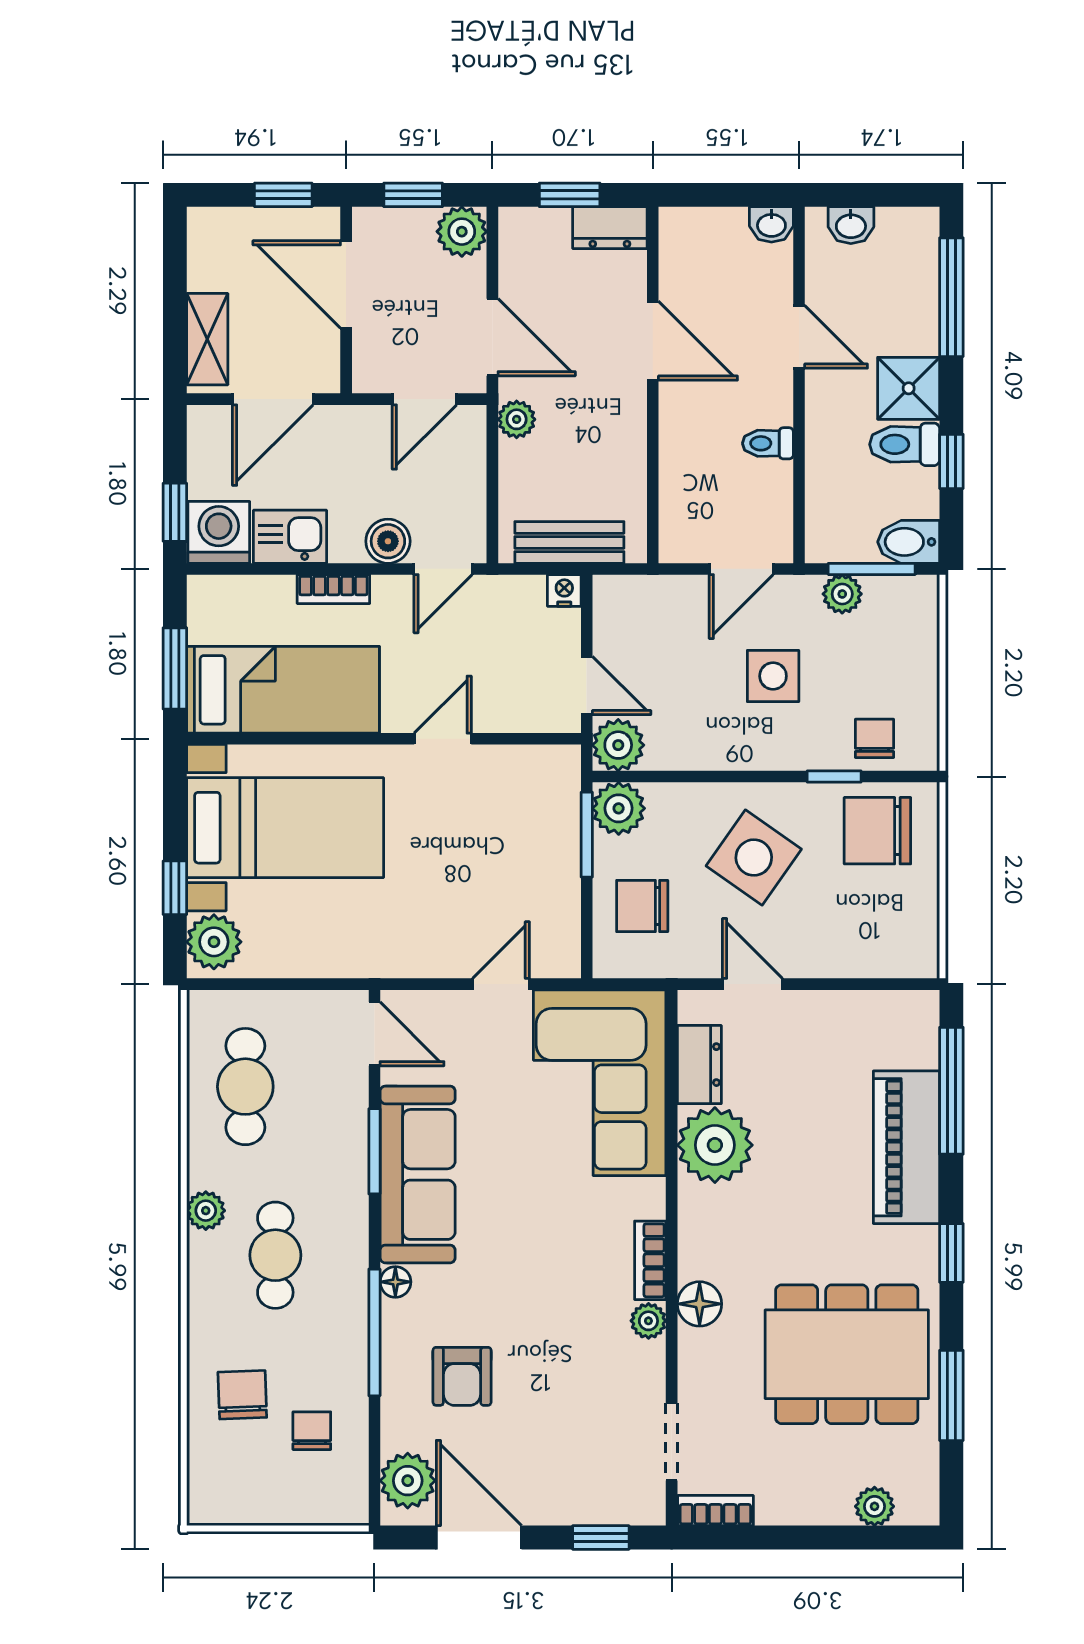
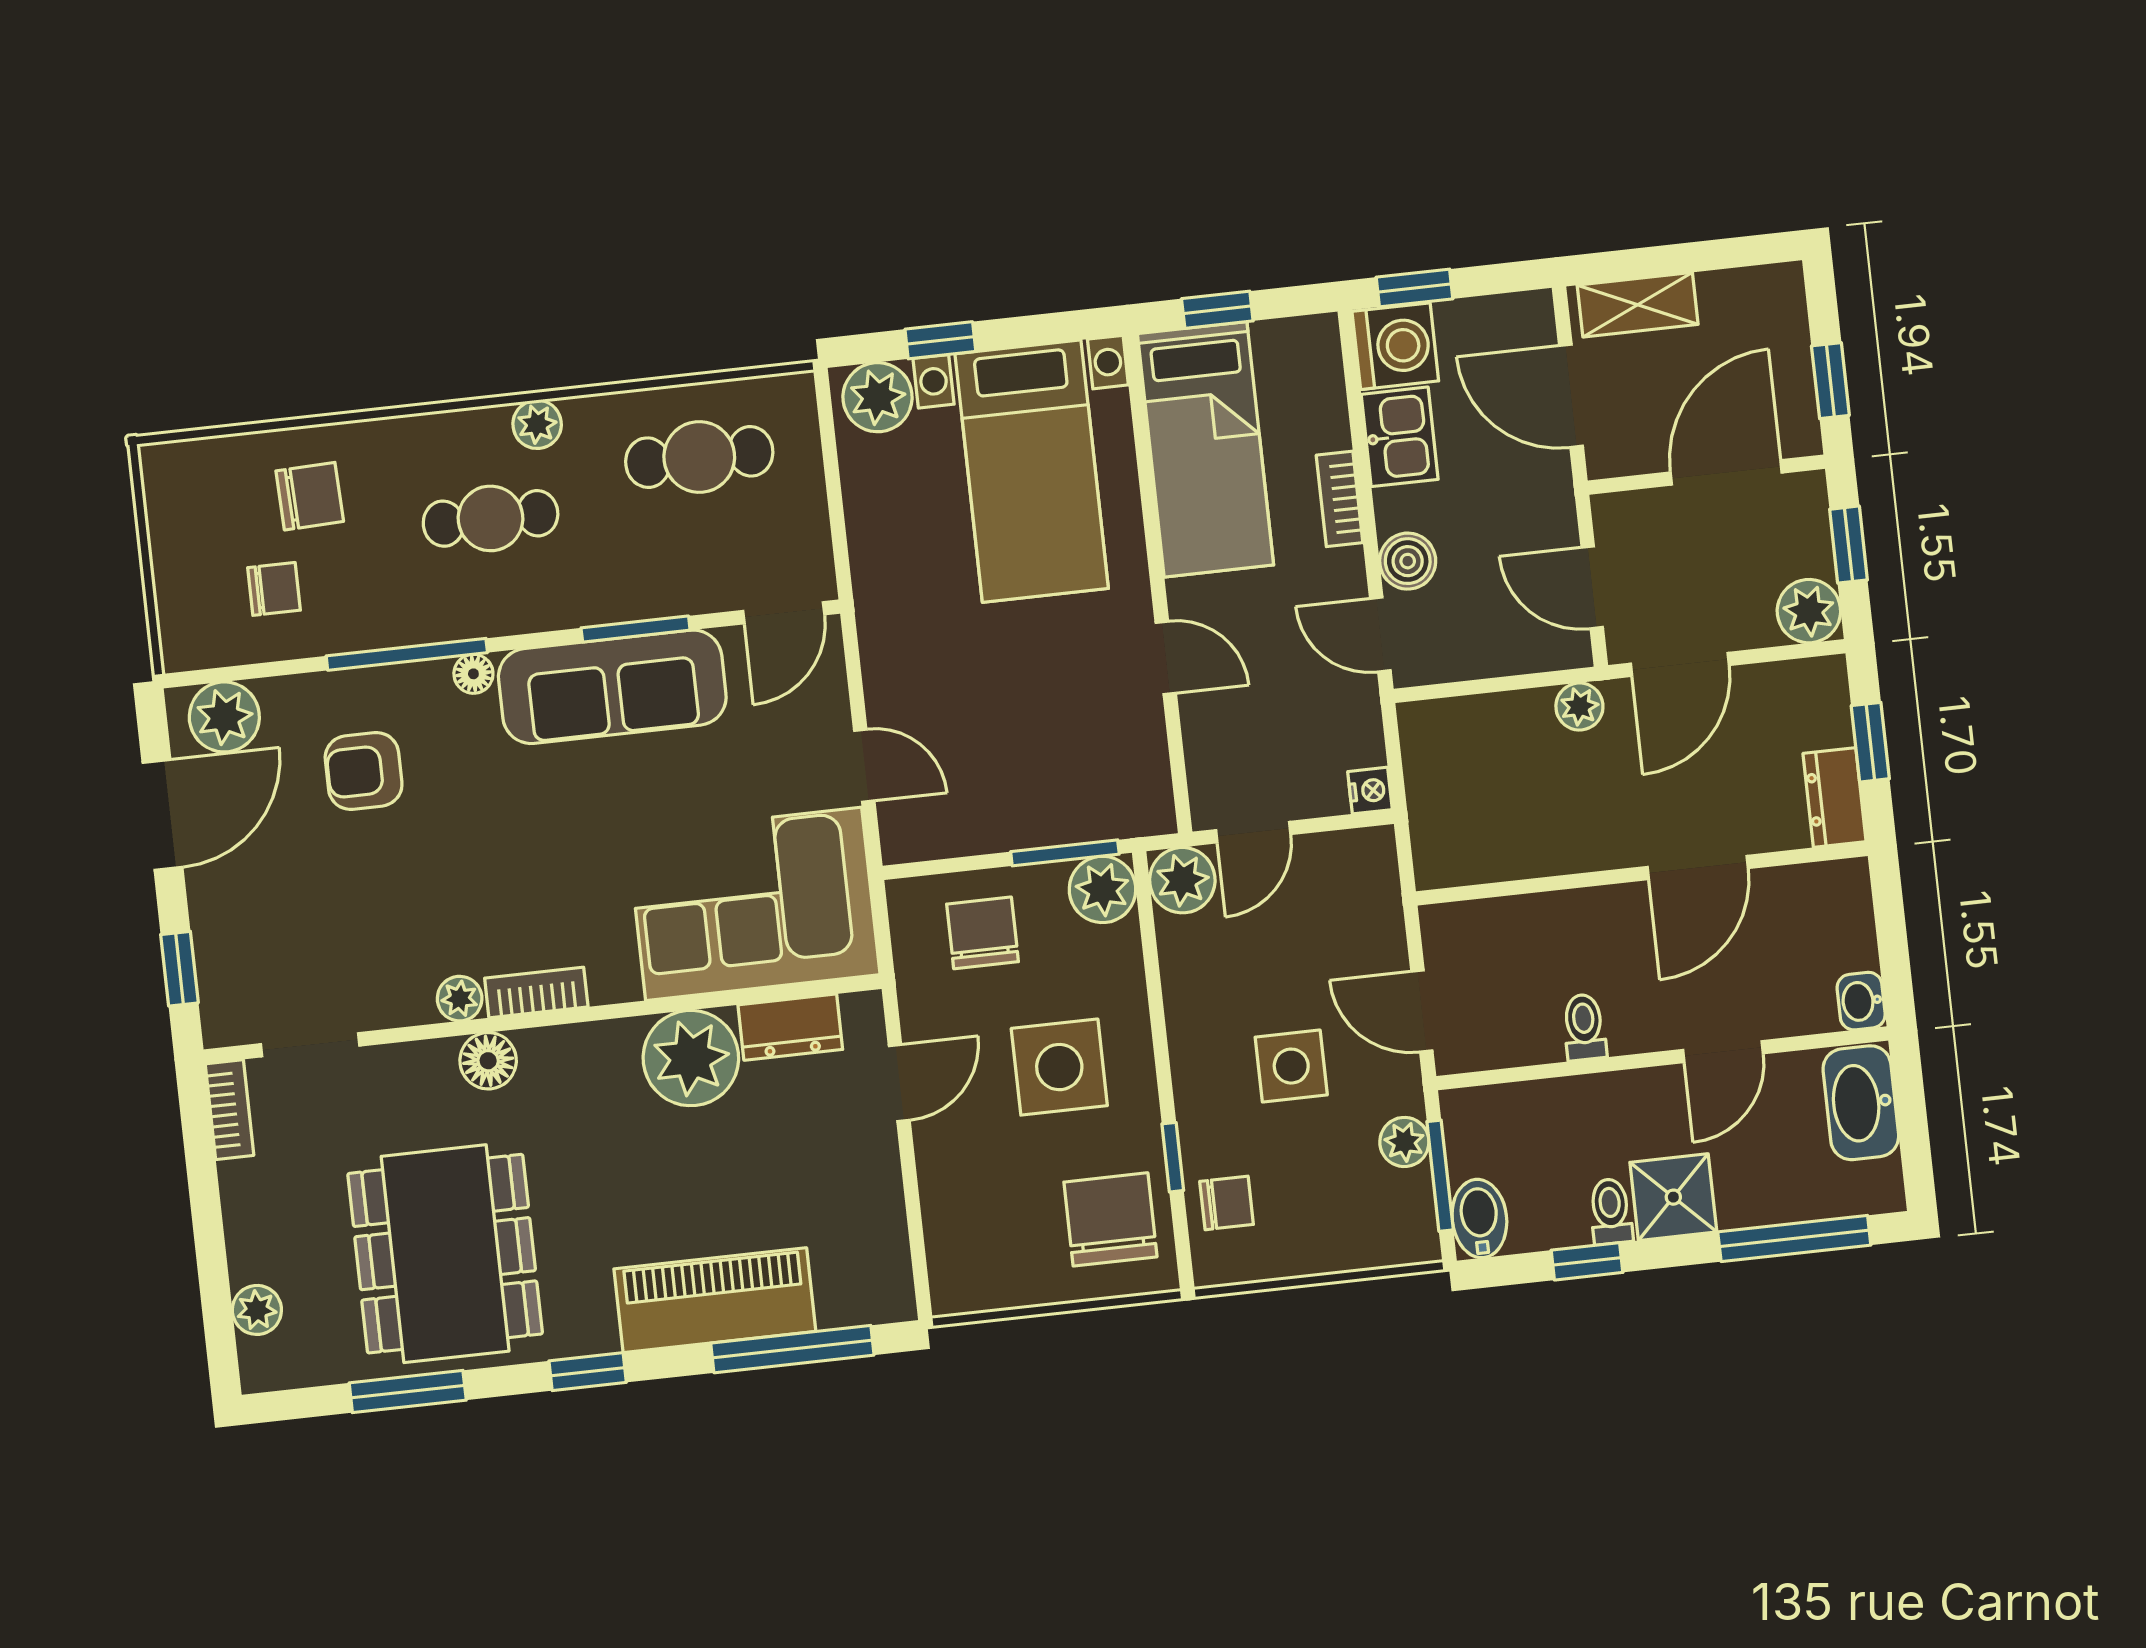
washbasin: (851, 225) -> (1861, 1103), width x1.91, depth x1.45
toilet: (905, 444) -> (1611, 1211), width x0.73, depth x0.72
bench: (569, 542) -> (1431, 790), removed
window: (175, 668) -> (1217, 310), width x0.67
side table: (754, 858) -> (1059, 1067), turned -35

